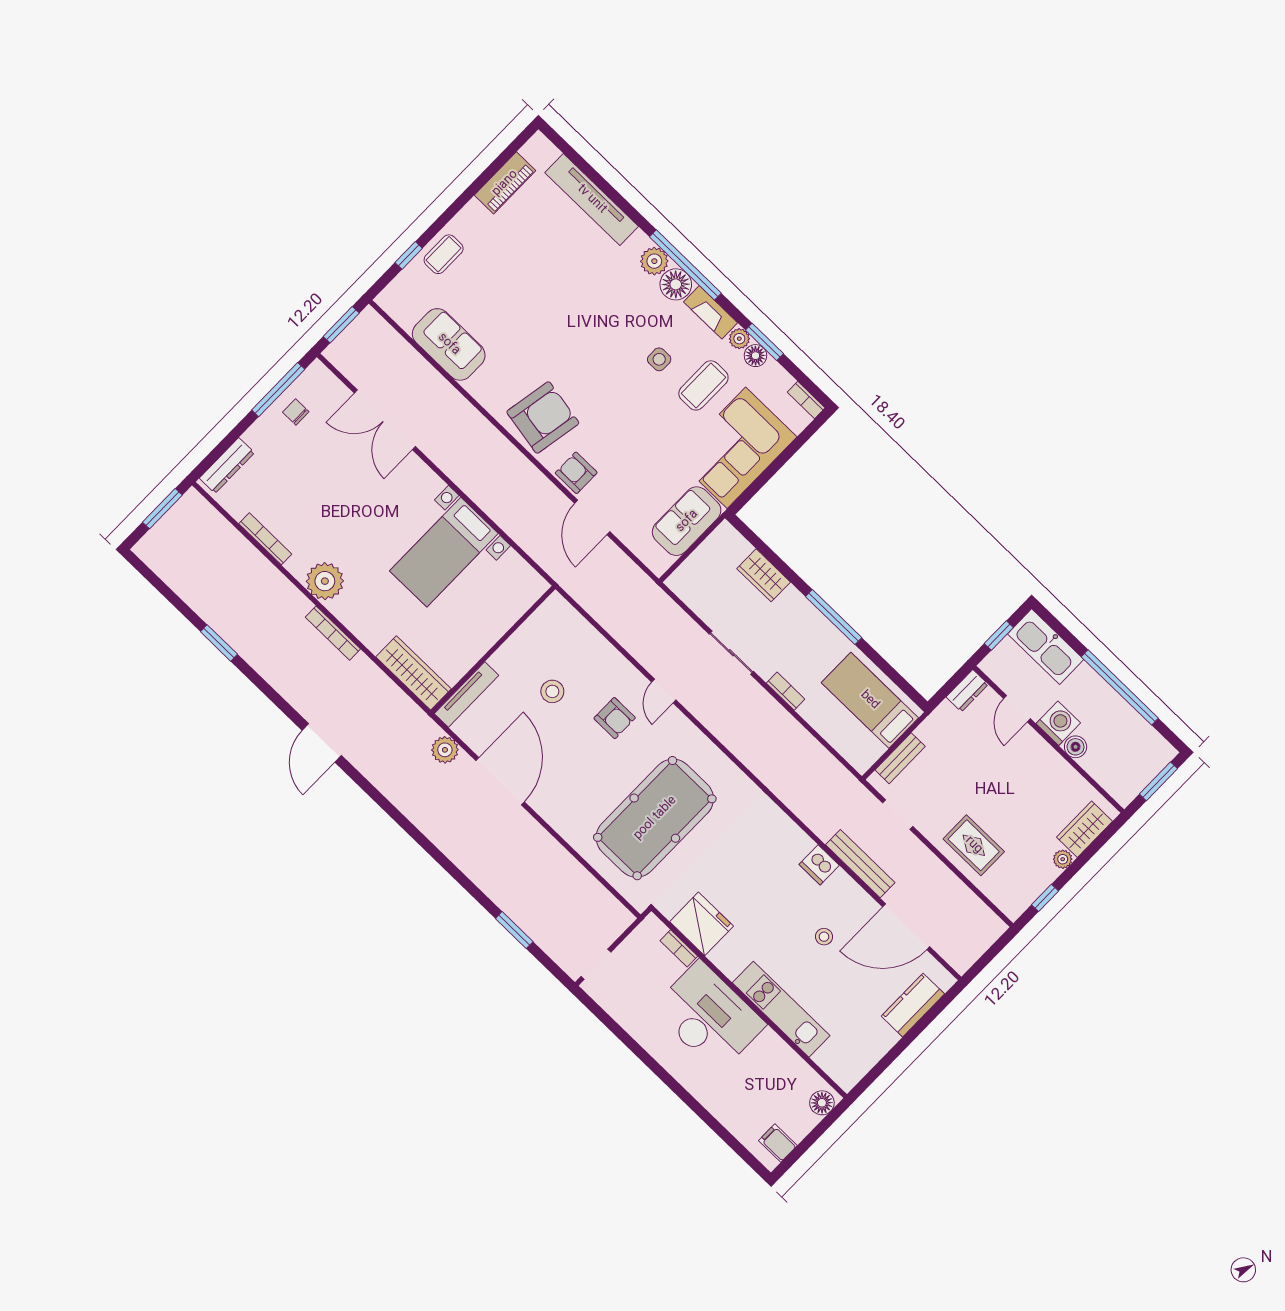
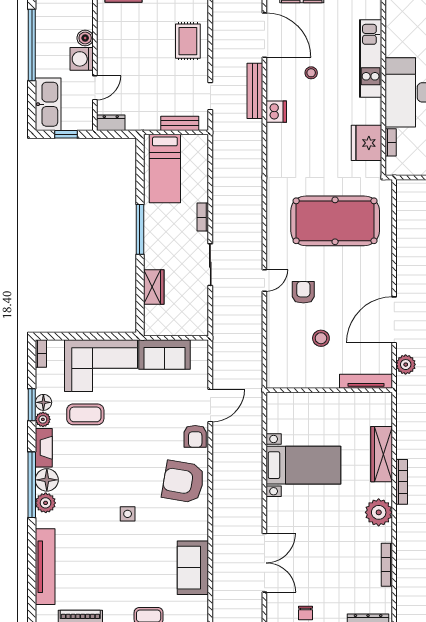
side table: (659, 359) -> (128, 514), moved
wardrobe: (414, 673) -> (382, 454), moved

